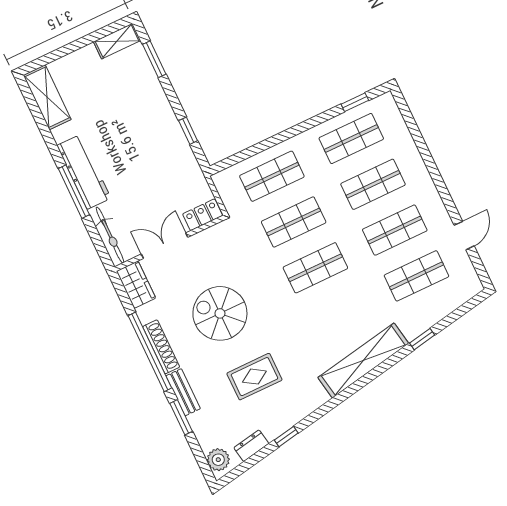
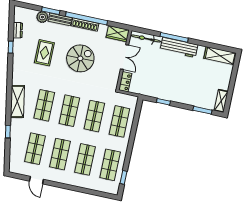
shop shelf: (337, 314) -> (44, 105), added
shelving: (363, 360) -> (17, 101), width x0.68
plant: (218, 460) -> (42, 17), moved

